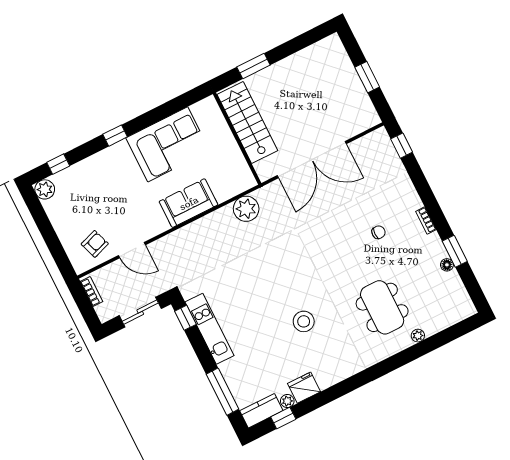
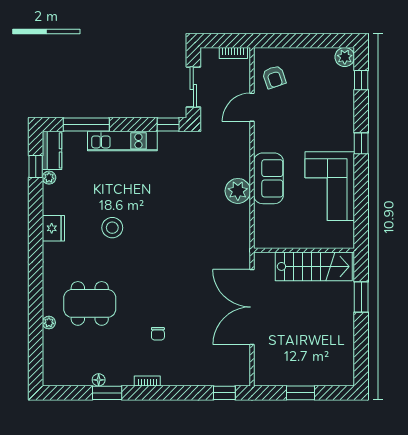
plant: (246, 209) -> (238, 191), moved
kitchen unit: (210, 329) -> (122, 141), moved
fridge: (304, 388) -> (53, 228), moved

